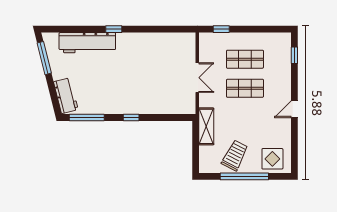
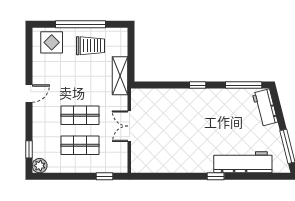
plant: (284, 39) -> (40, 166), added
trolley: (235, 156) -> (90, 46), turned -117

